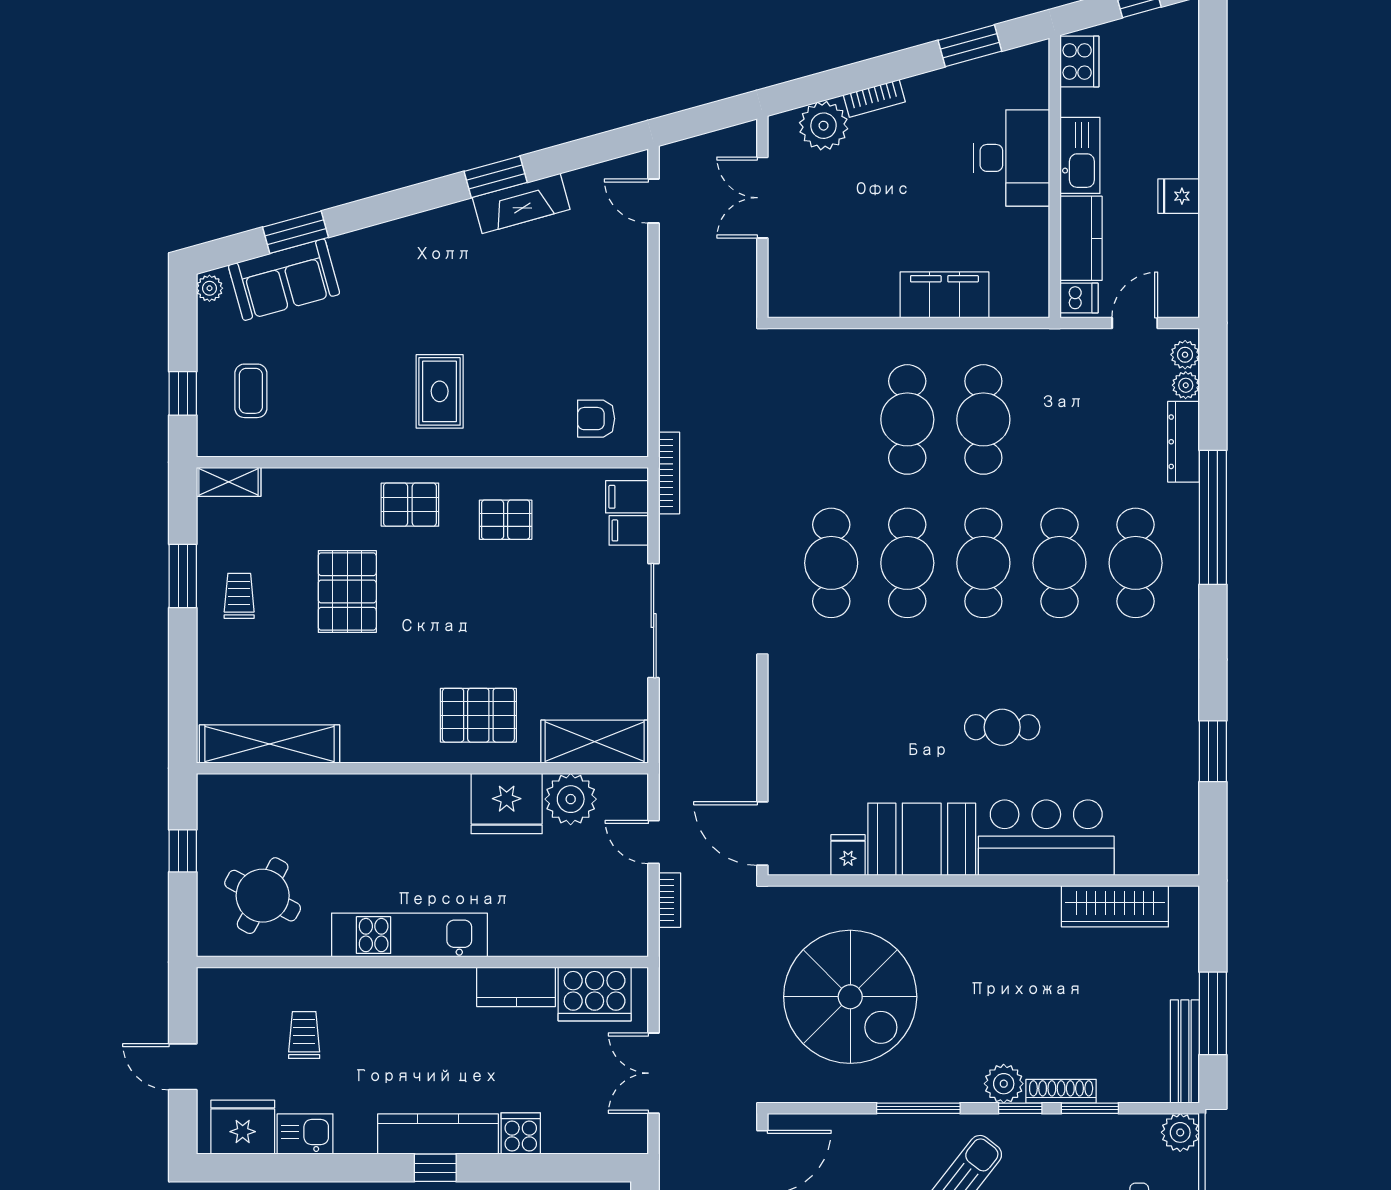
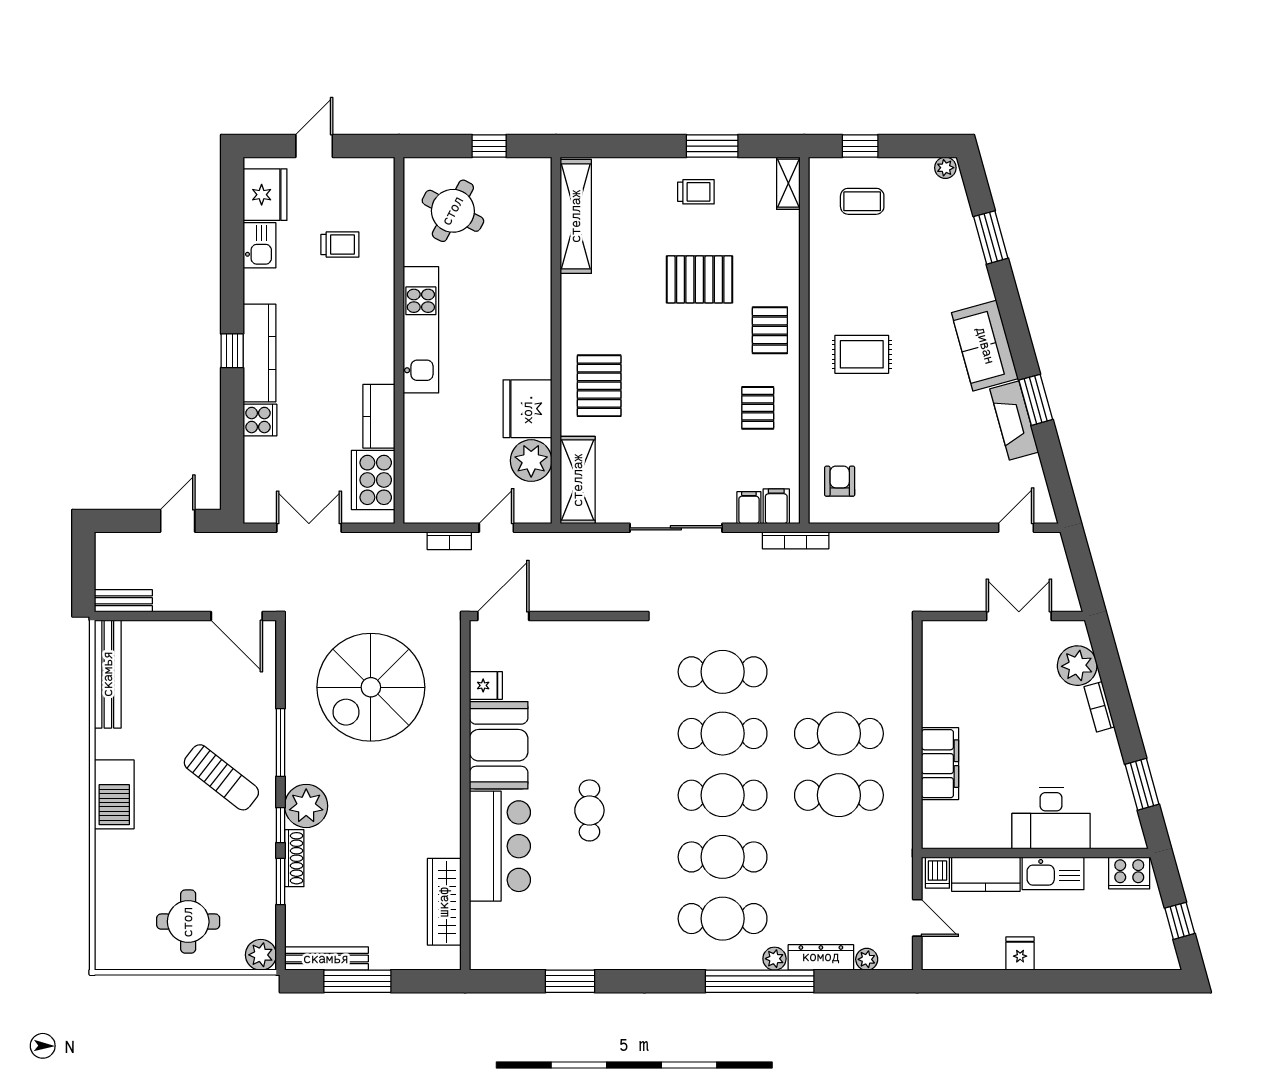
sofa: (284, 280) -> (985, 346), moved
plant: (1185, 355) -> (774, 959), moved
plant: (1004, 1084) -> (306, 806), width x1.36, depth x1.36

